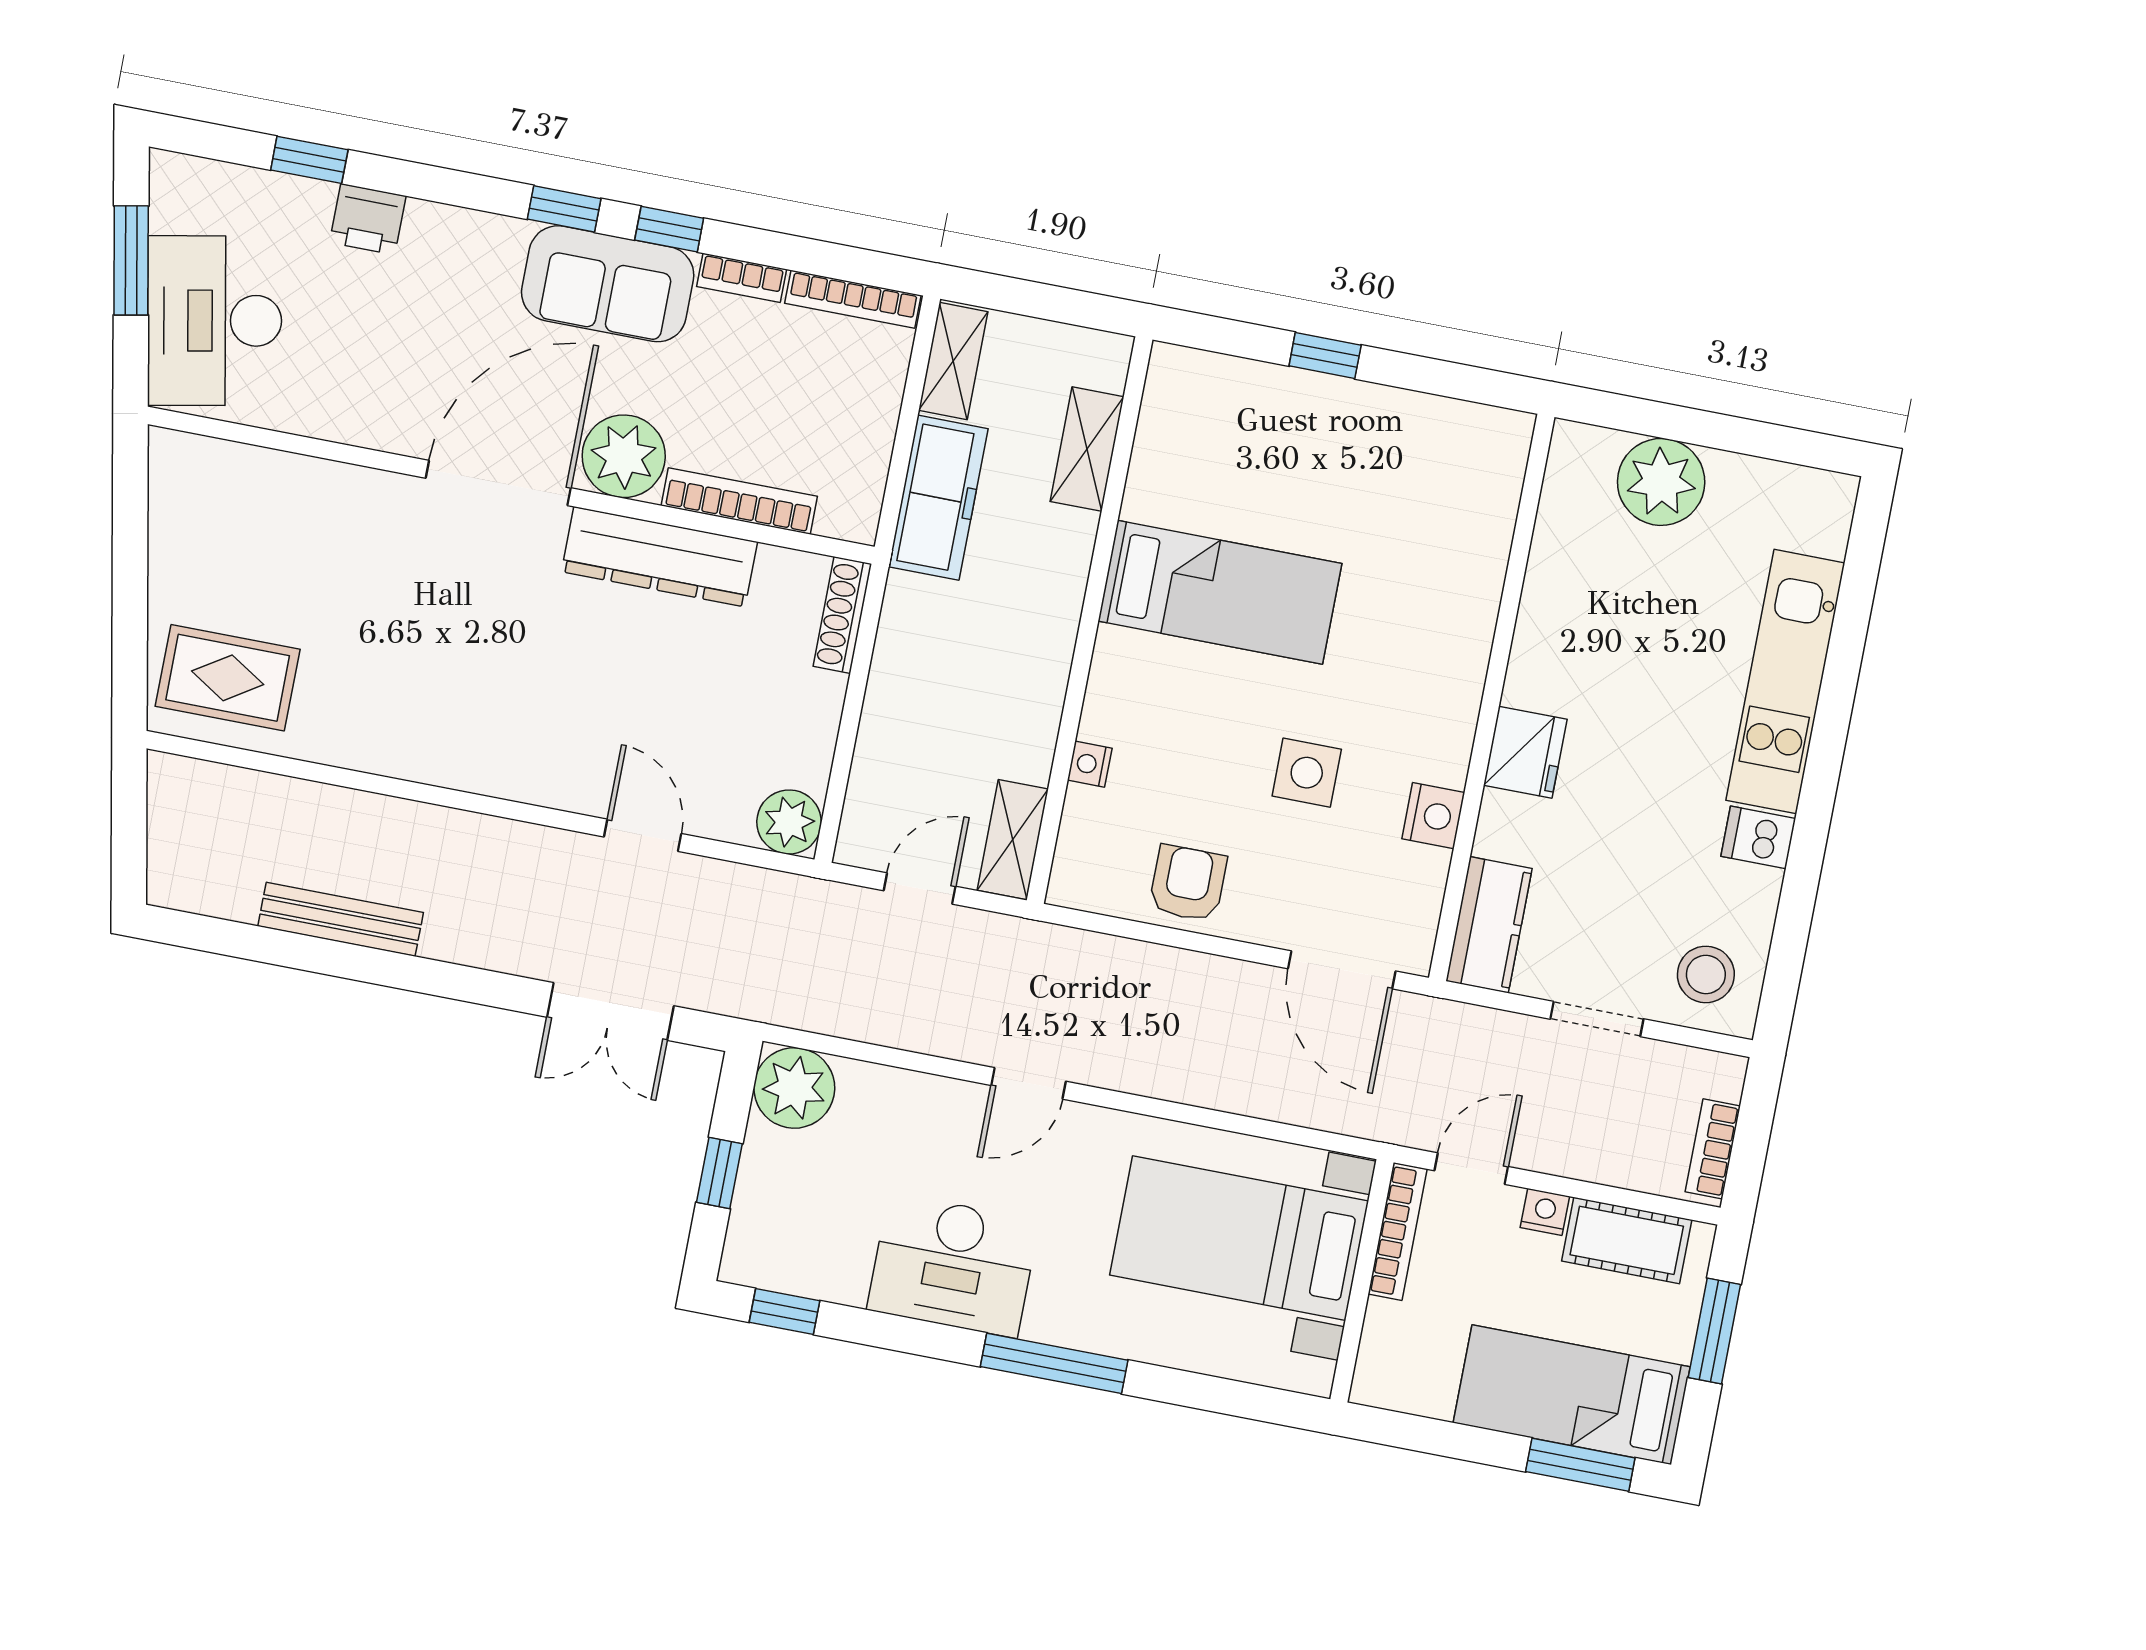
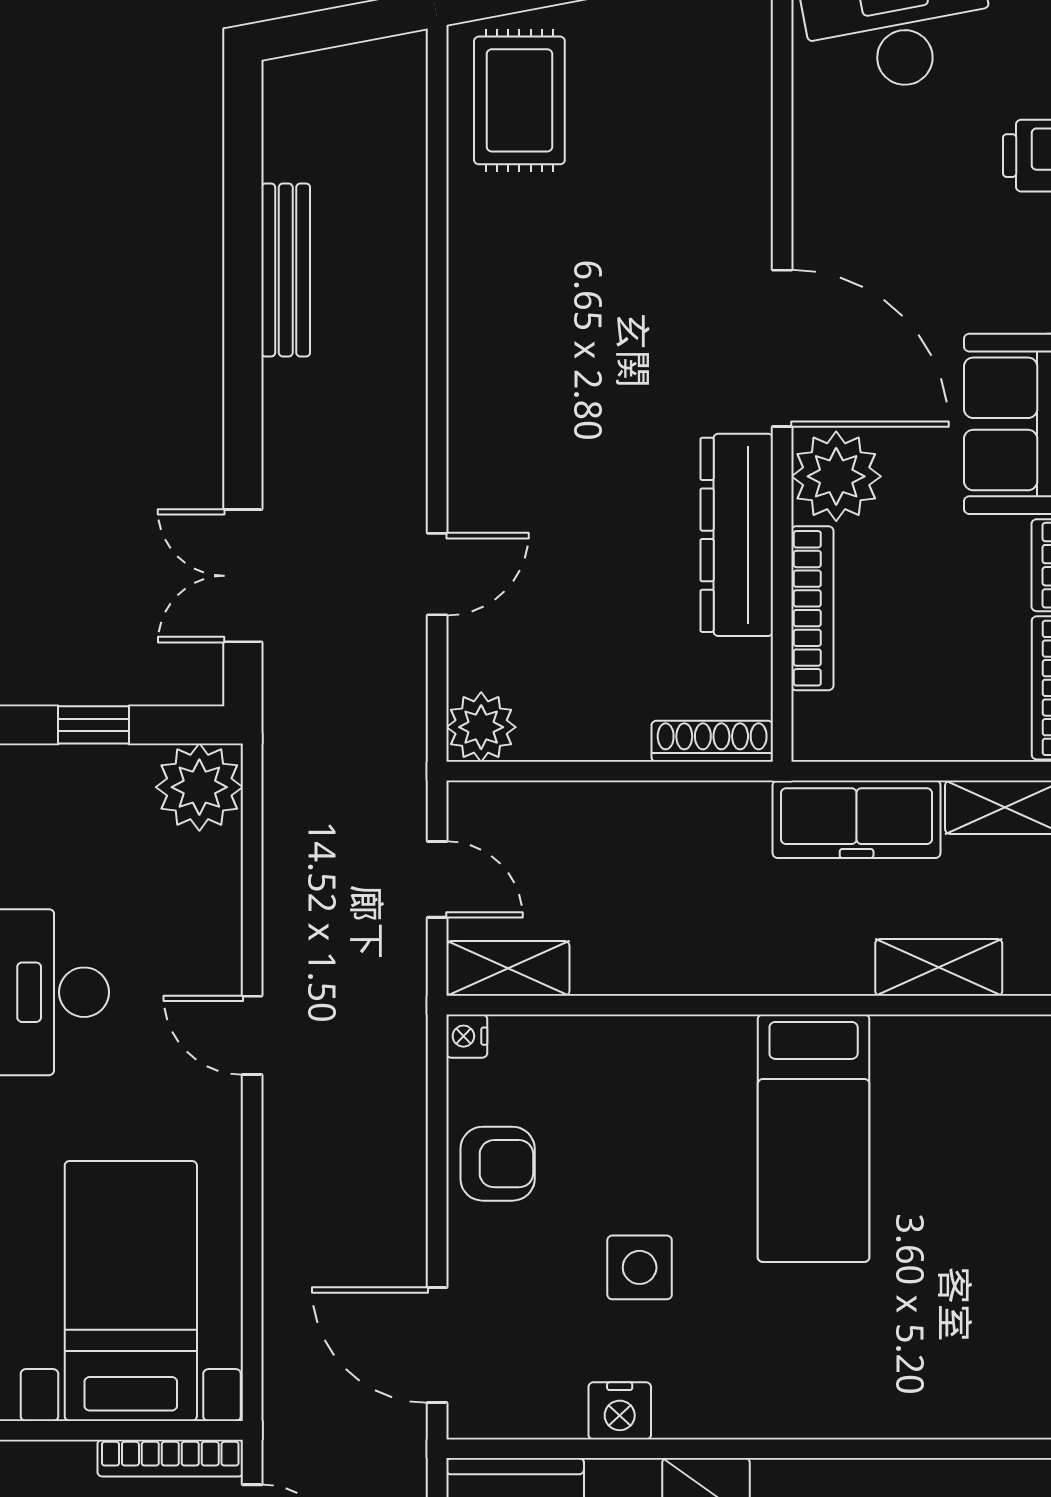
nightstand: (1090, 764) -> (467, 1036), moved, turned -90
door: (1342, 970) -> (437, 1345), hinge flipped

